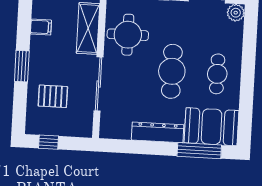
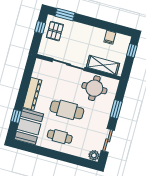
window: (22, 66) -> (65, 15), moved
pallet: (53, 96) -> (55, 31), moved
window: (199, 151) -> (16, 116), width x0.46

